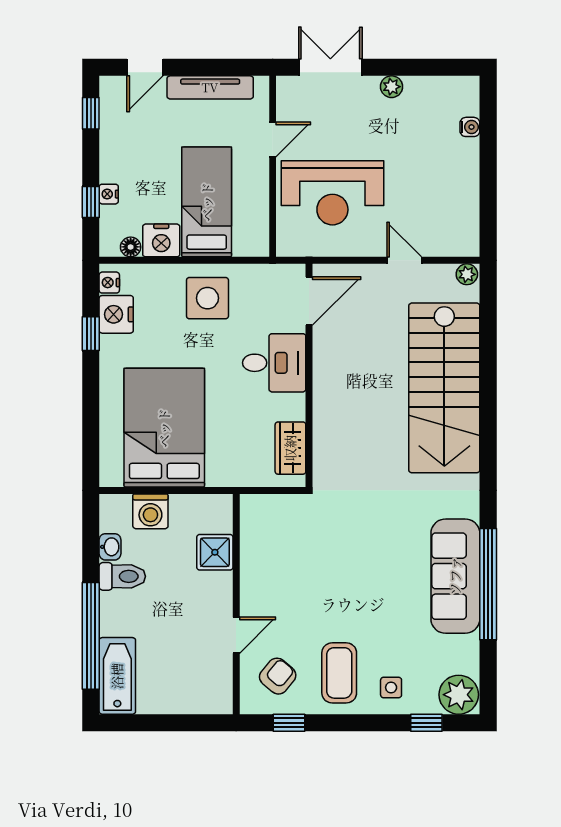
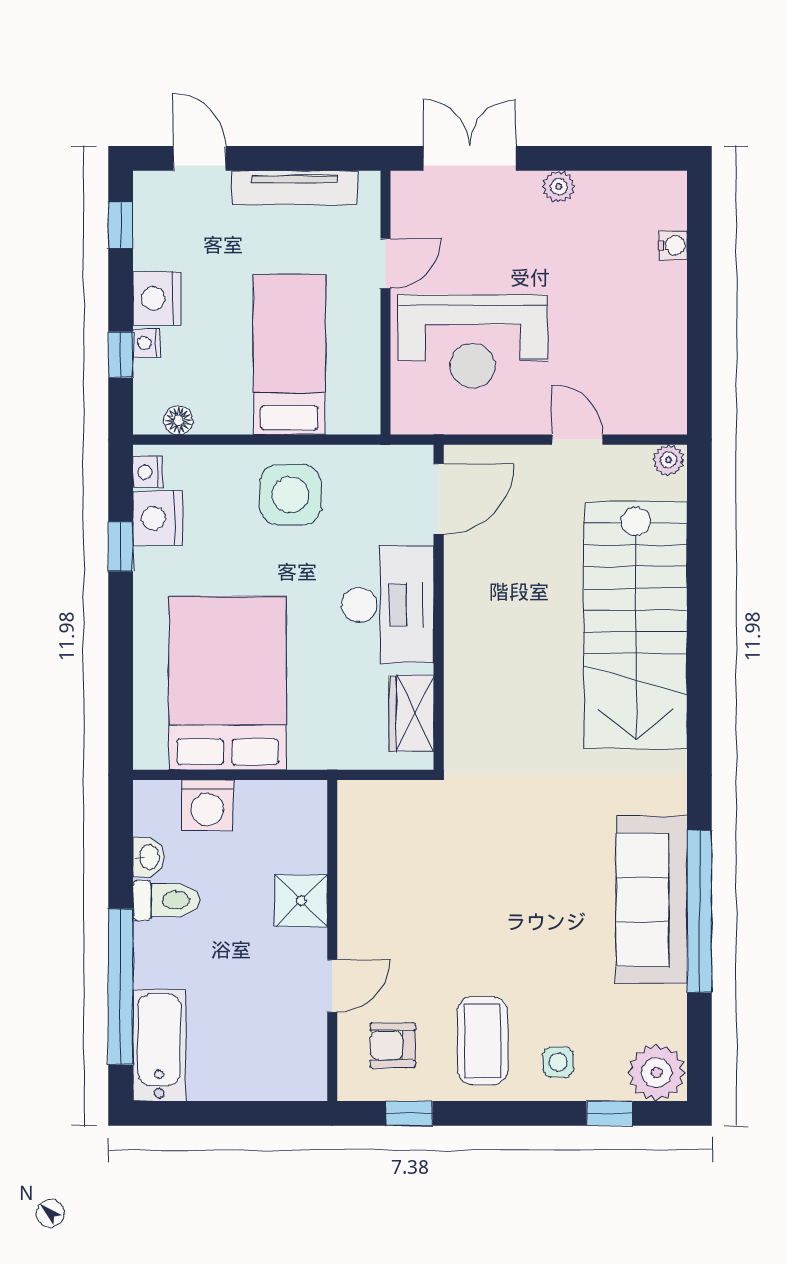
door: (145, 67) -> (200, 158), swing flipped
nightstand: (161, 240) -> (157, 298), moved, turned 90
desk: (274, 363) -> (388, 605), width x1.37
shower: (215, 552) -> (301, 901), moved
armchair: (278, 676) -> (393, 1045), turned -130

